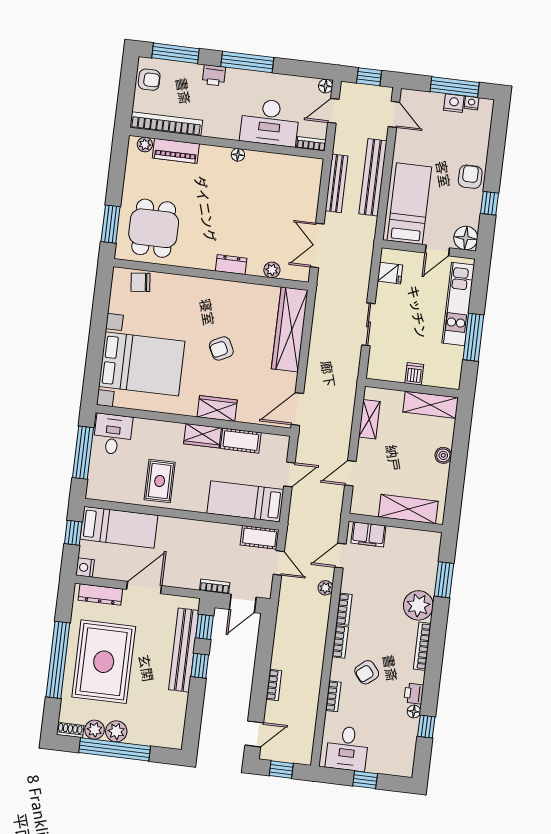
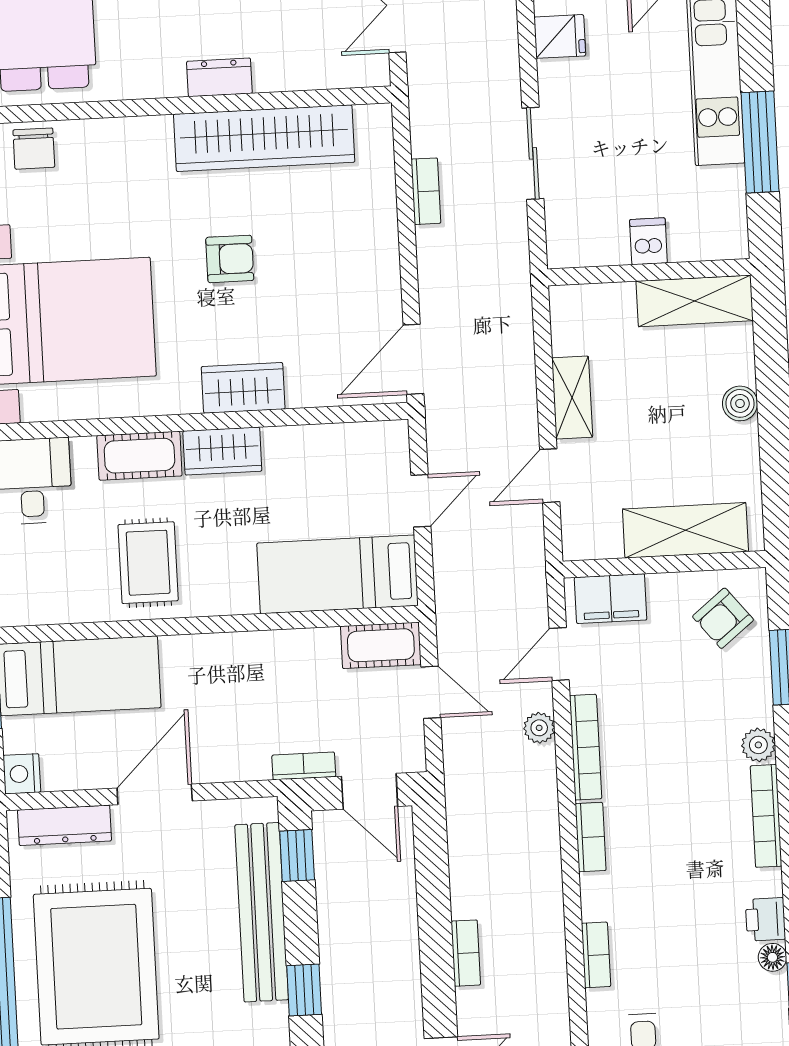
plant: (272, 270) -> (308, 74), removed
chair: (140, 282) -> (34, 149), turned -84
wardrobe: (290, 329) -> (264, 138), moved, turned -90
bookcase: (316, 333) -> (426, 191), added
armchair: (221, 348) -> (230, 259), turned -153
shelving: (369, 419) -> (572, 398), moved
cot: (241, 441) -> (139, 456), moved
door: (243, 603) -> (370, 791), hinge flipped
plant: (418, 605) -> (758, 745), width x0.53, depth x0.53
bookcase: (344, 609) -> (586, 747), width x1.56
window: (200, 666) -> (304, 990), moved
armchair: (367, 672) -> (723, 618), moved

